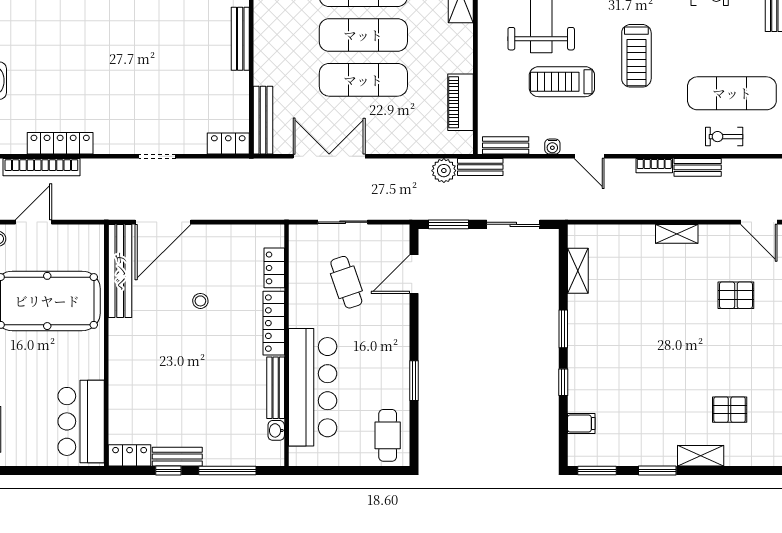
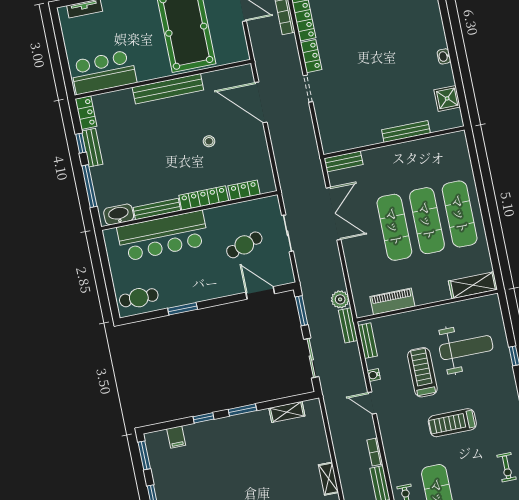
bench: (263, 120) -> (343, 161), width x0.73
locker: (228, 144) -> (311, 56), moved
door: (589, 156) -> (372, 403), hinge flipped
bench: (120, 271) -> (168, 89), moved
washbasin: (276, 430) -> (119, 214), width x1.91, depth x1.45

